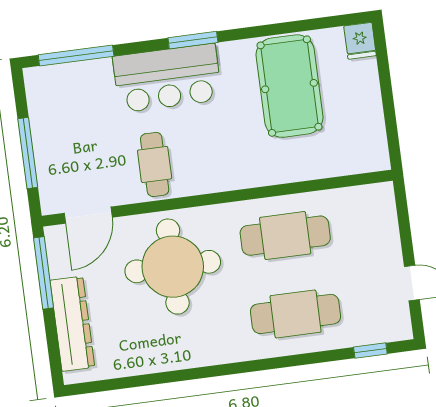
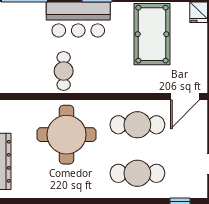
door: (88, 215) -> (185, 97), moved

